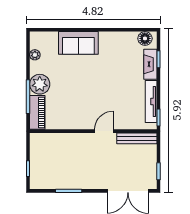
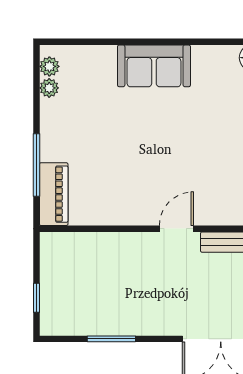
sofa: (78, 43) -> (154, 66), moved
plant: (40, 84) -> (49, 66), moved, width x0.53, depth x0.53

